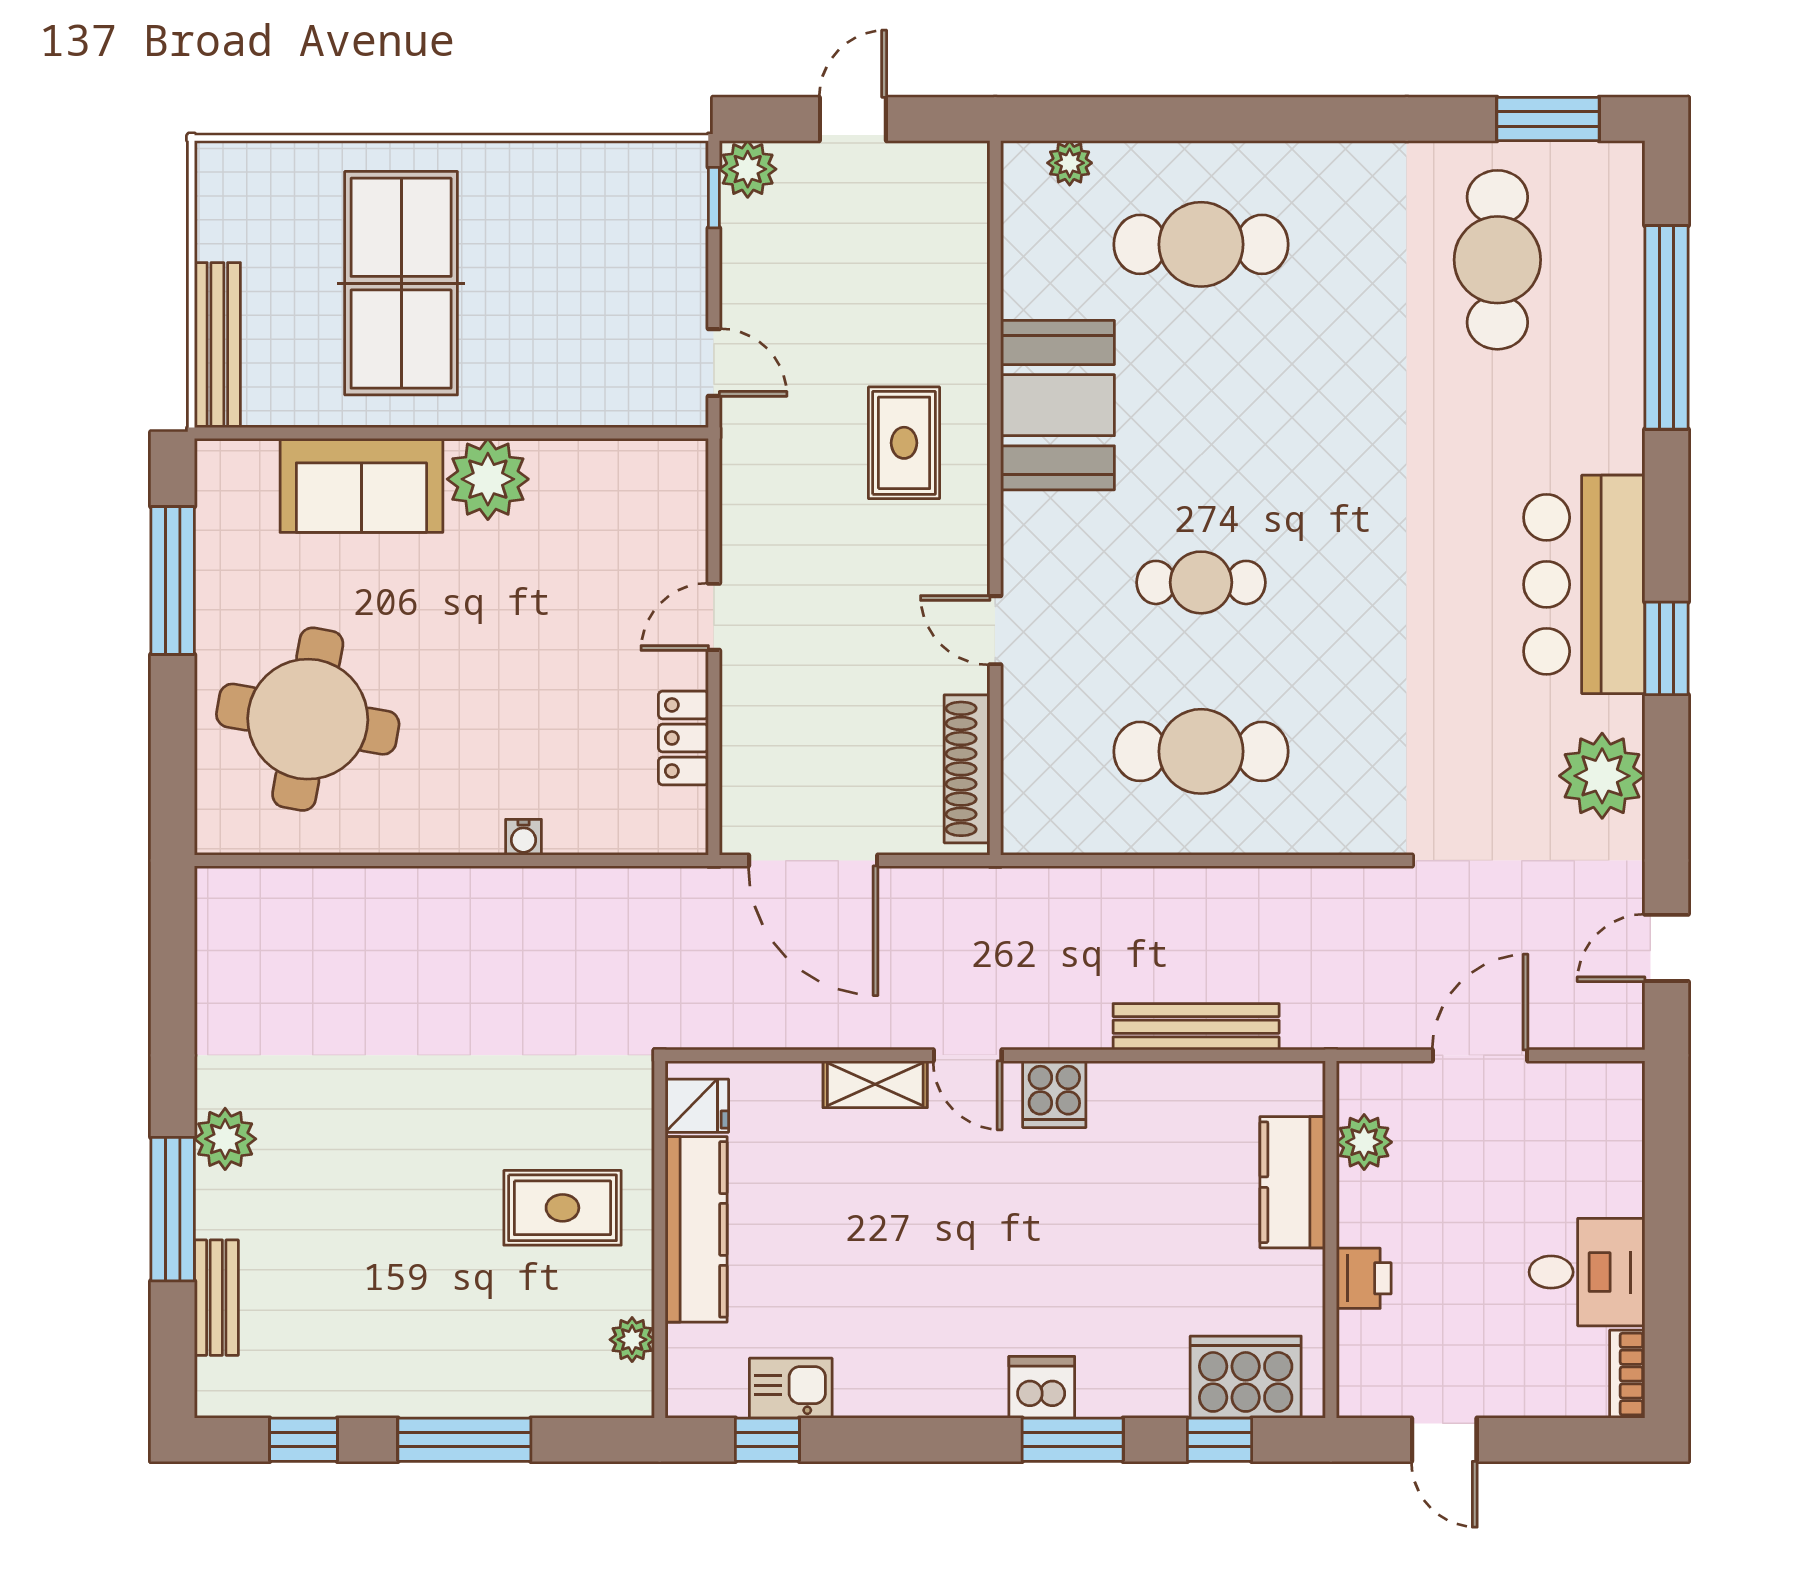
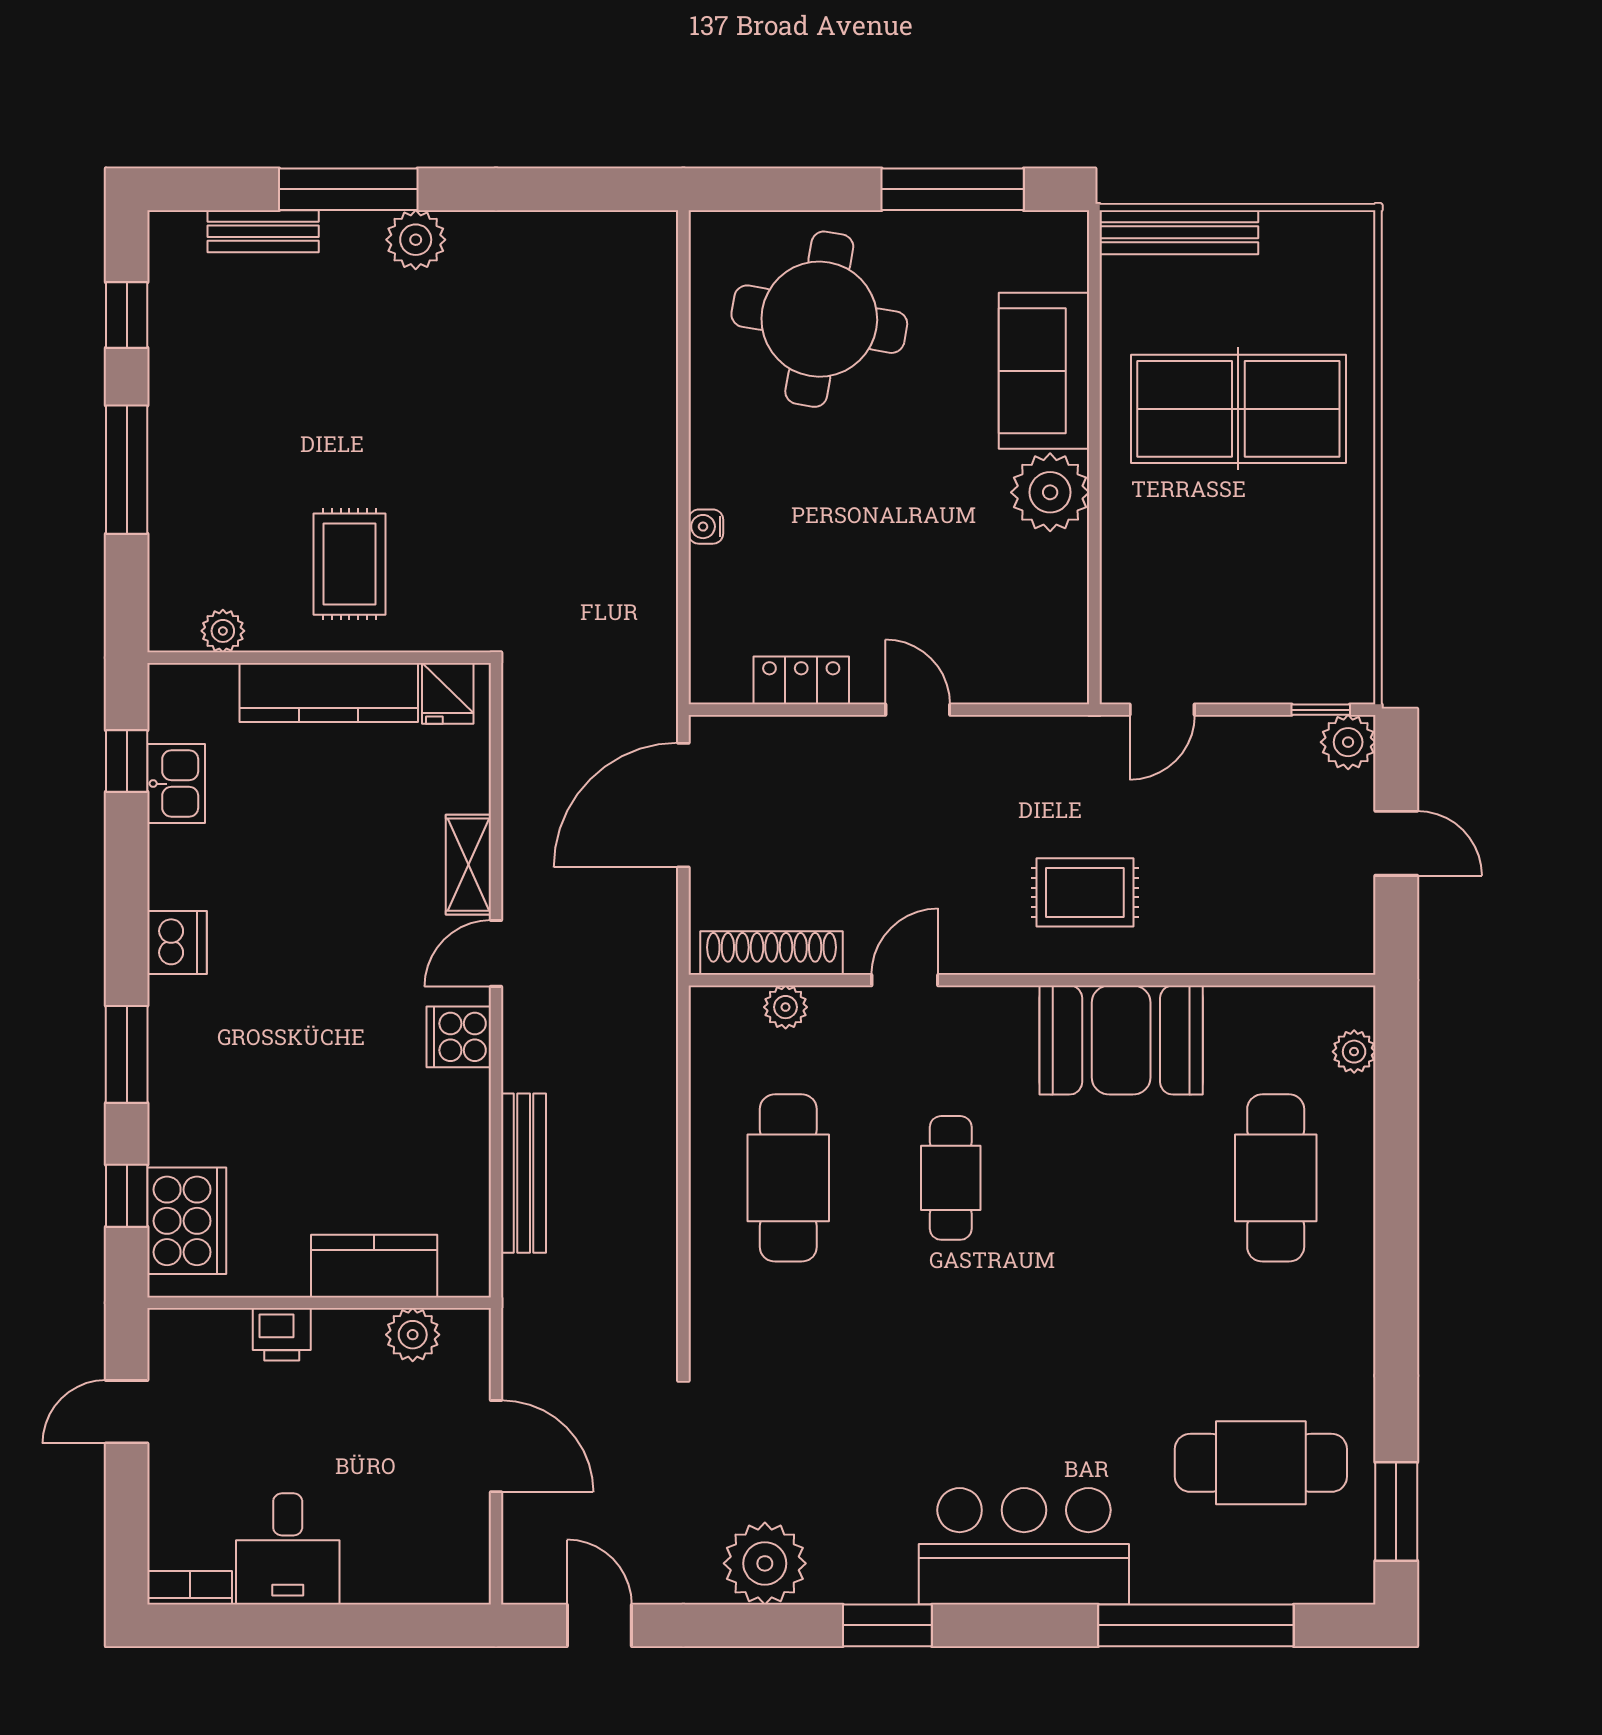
bar counter: (1584, 584) -> (1024, 1546), moved
plant: (1023, 754) -> (786, 1007), added
dishwasher: (1042, 1387) -> (177, 942), moved

